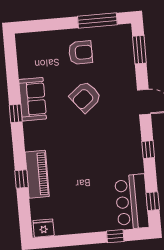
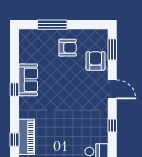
window: (97, 20) -> (52, 25), moved
armchair: (85, 97) -> (95, 61), moved, turned 129

